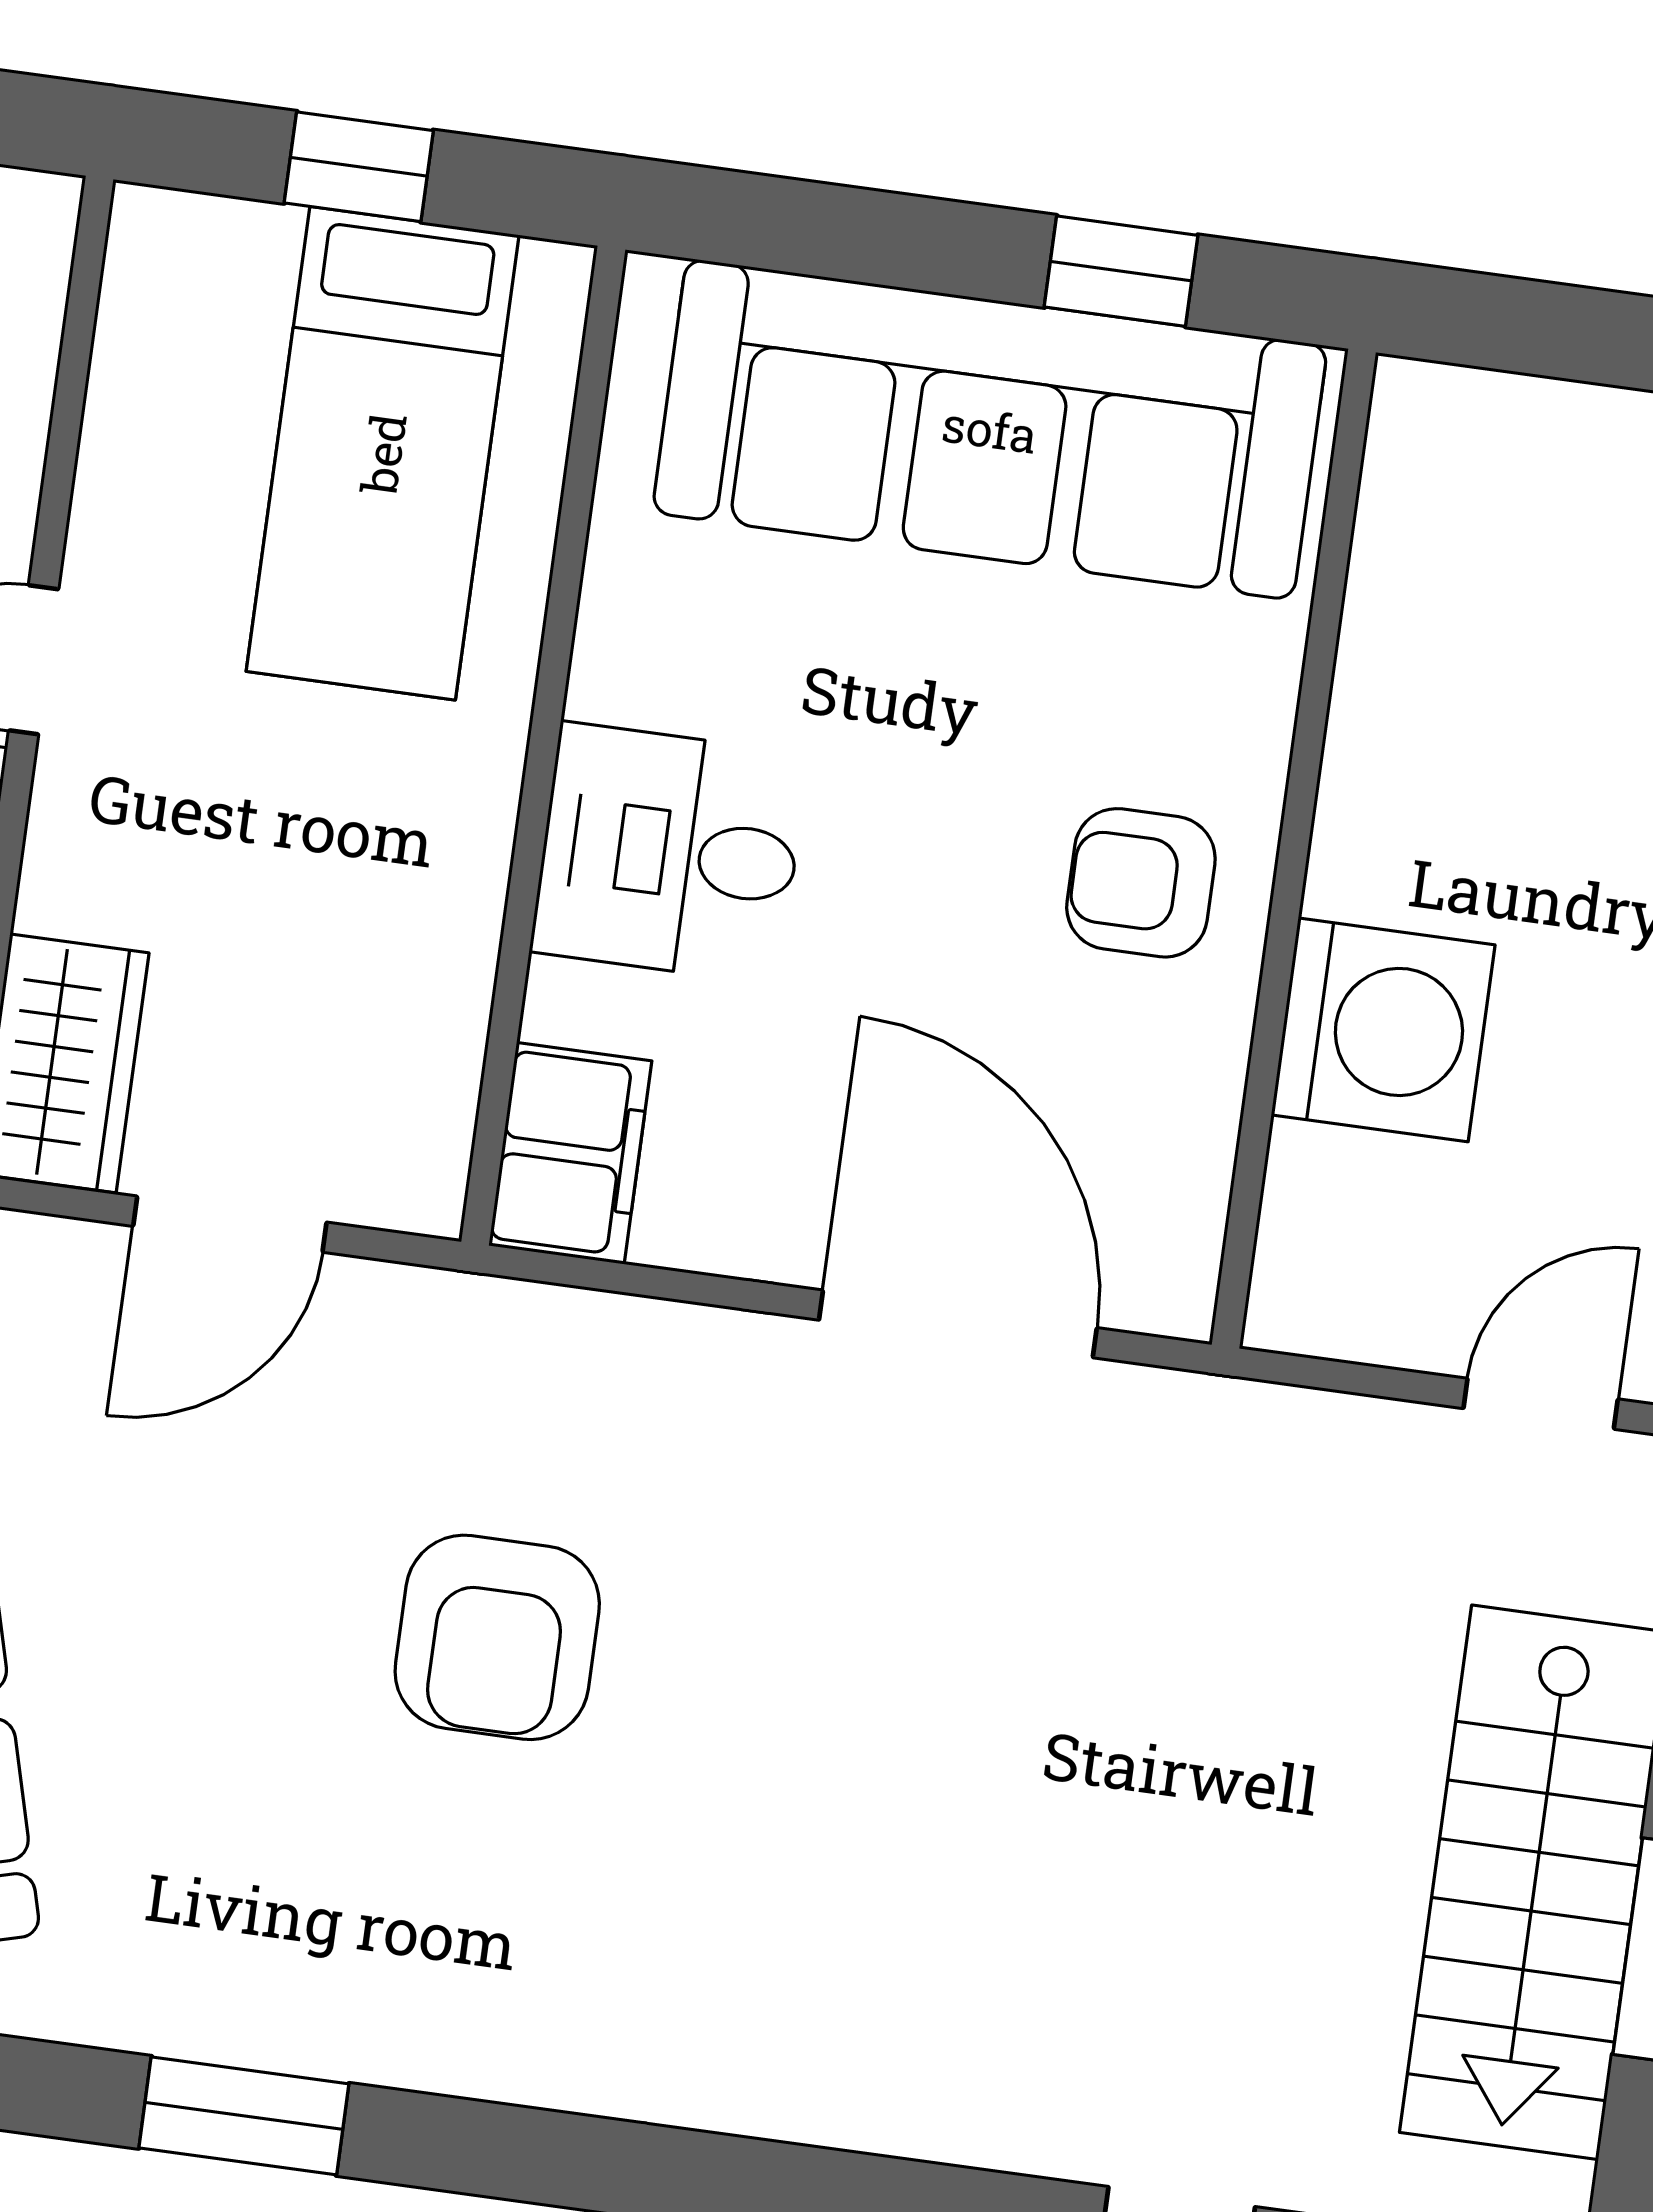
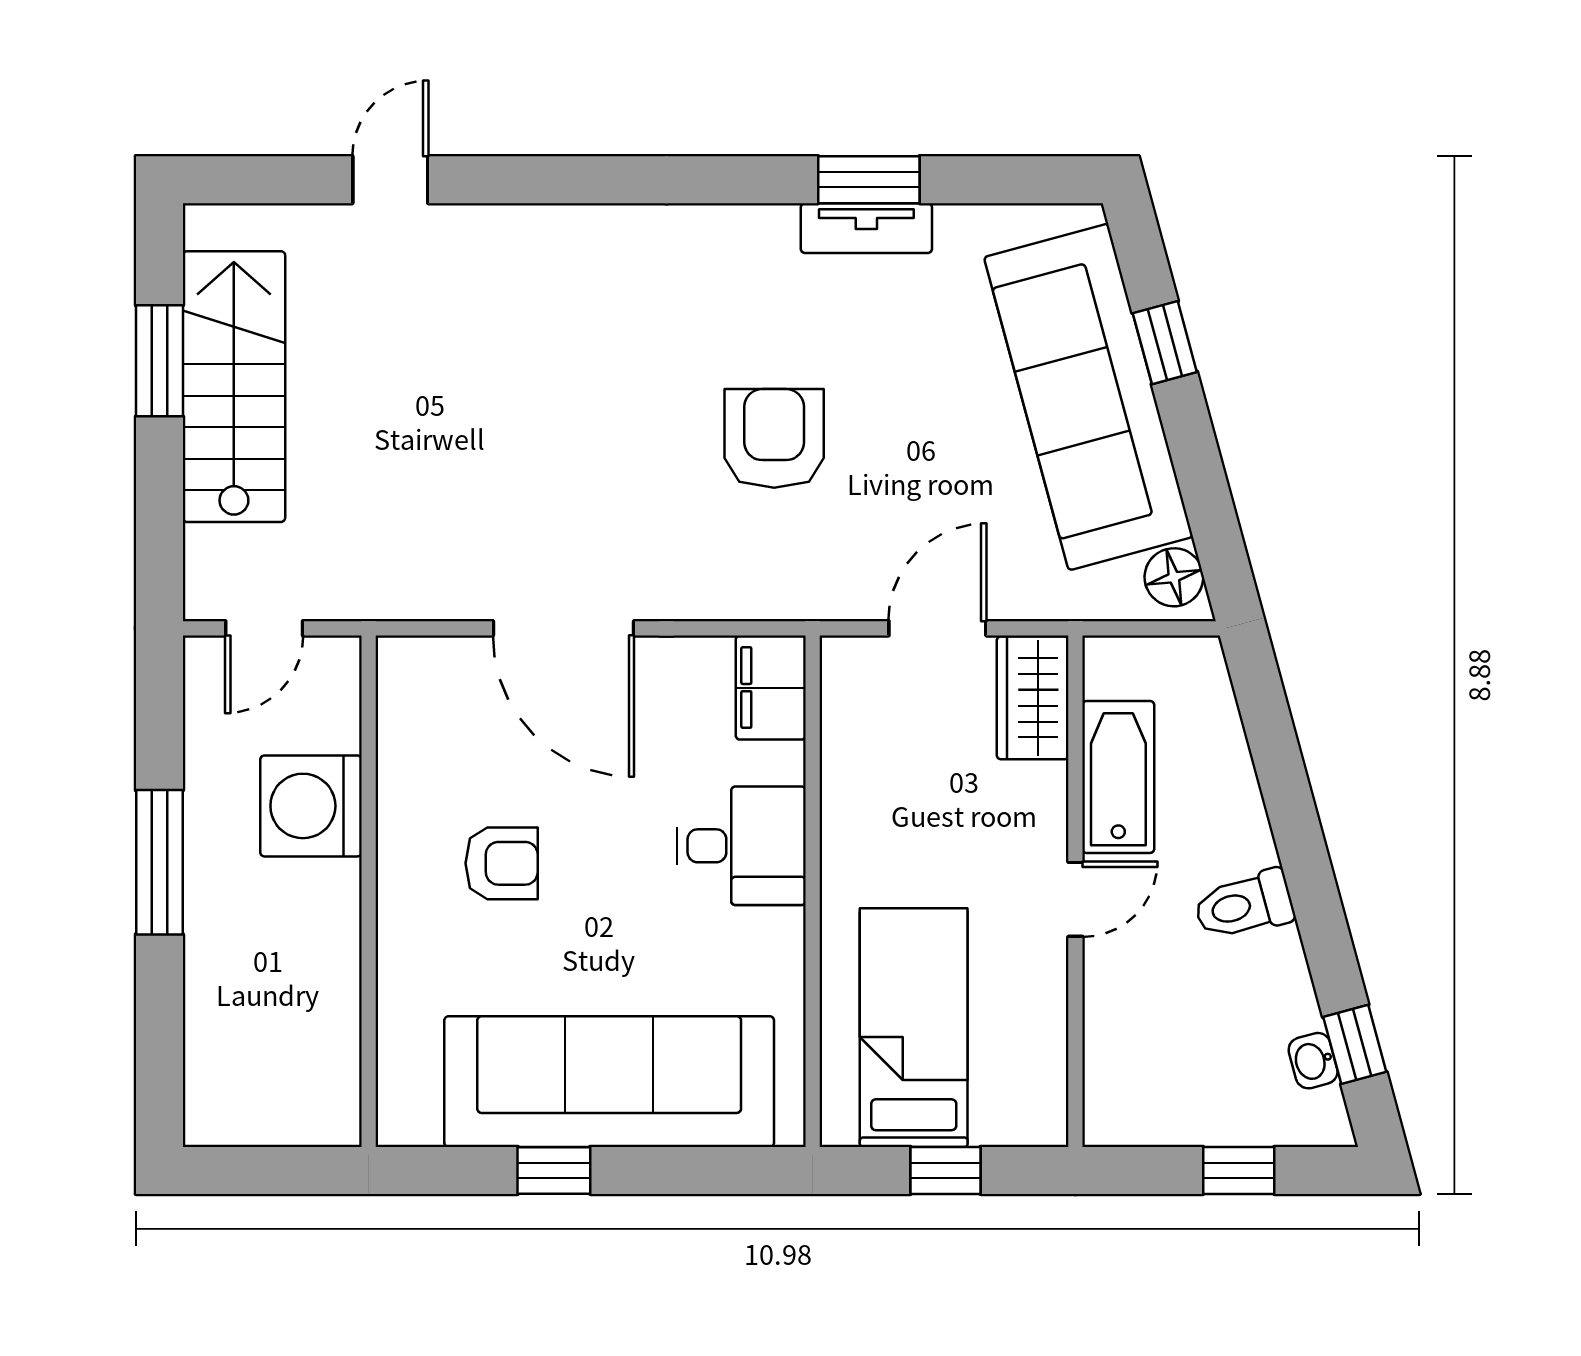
wall: (1294, 849) -> (369, 891), moved
washing machine: (1383, 1030) -> (311, 806), moved
tv unit: (261, 2022) -> (866, 228), added

